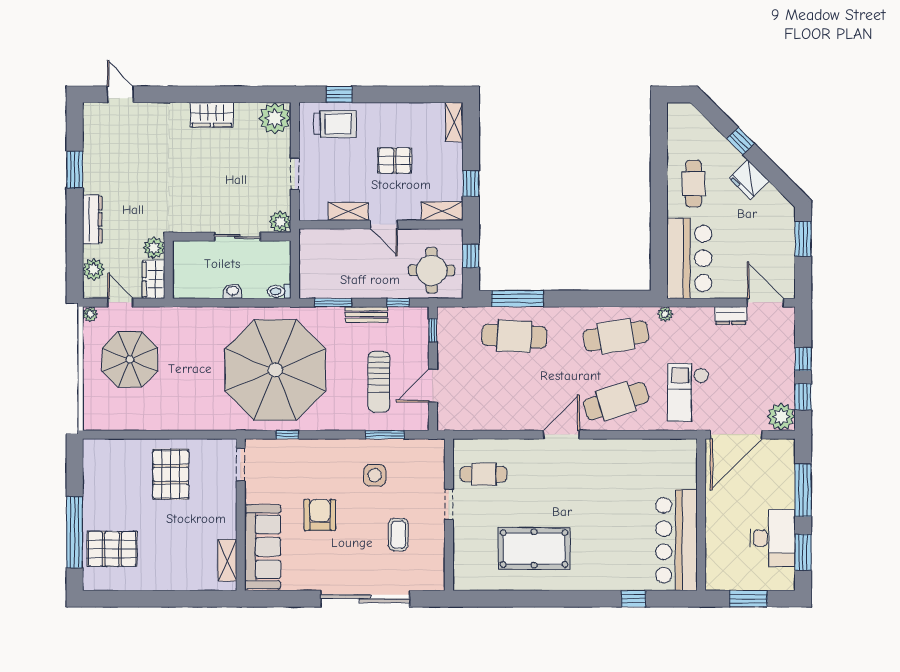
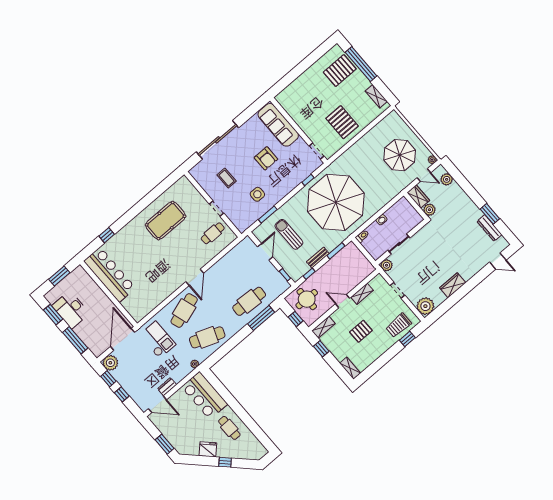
dresser: (92, 219) -> (489, 228), moved
cafe table: (616, 336) -> (207, 337), turned 30
shelving: (227, 560) -> (376, 96), moved

